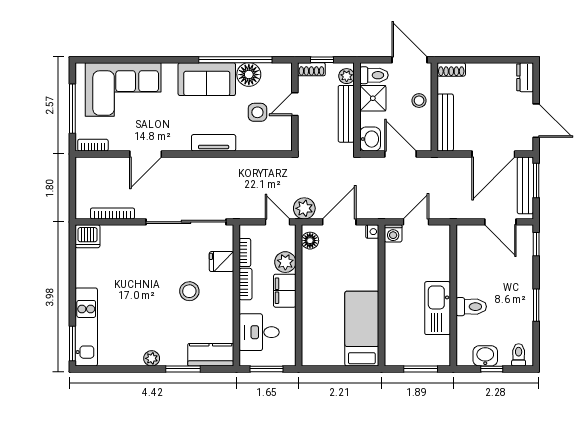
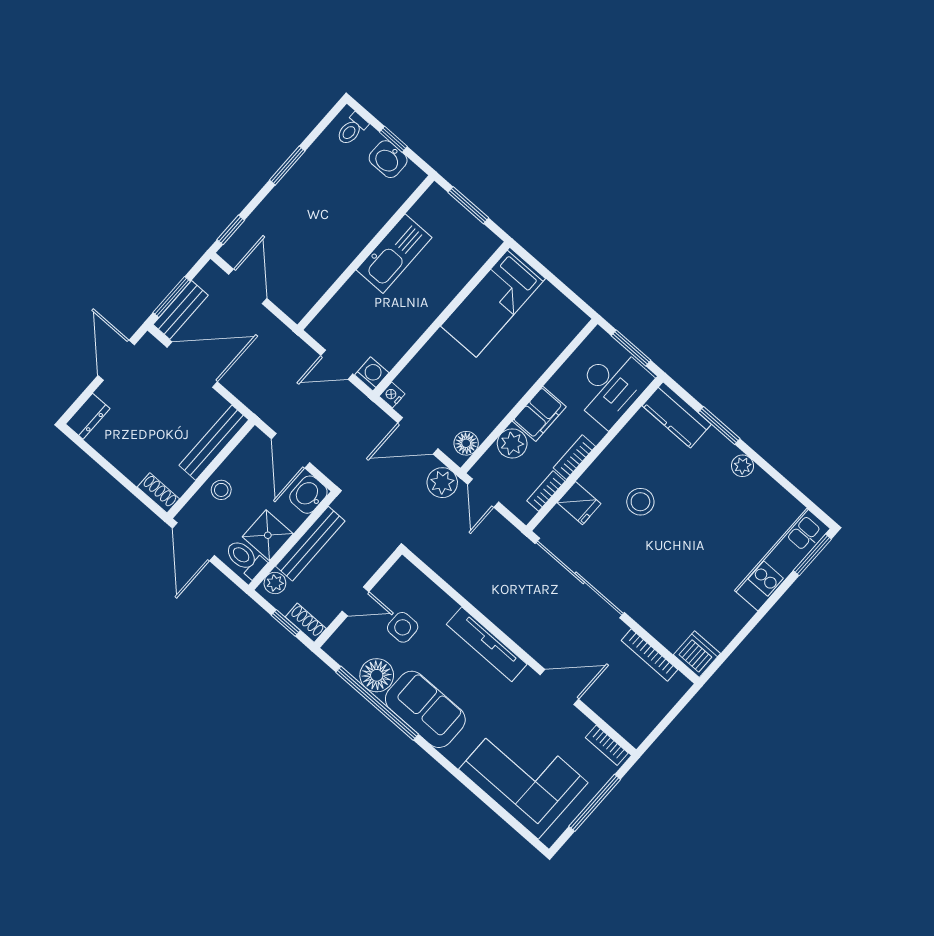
tv unit: (214, 143) -> (487, 644), width x1.41
bench: (525, 185) -> (181, 310), width x0.73
toilet: (471, 307) -> (357, 224), removed
desk: (259, 332) -> (611, 386), width x1.37

